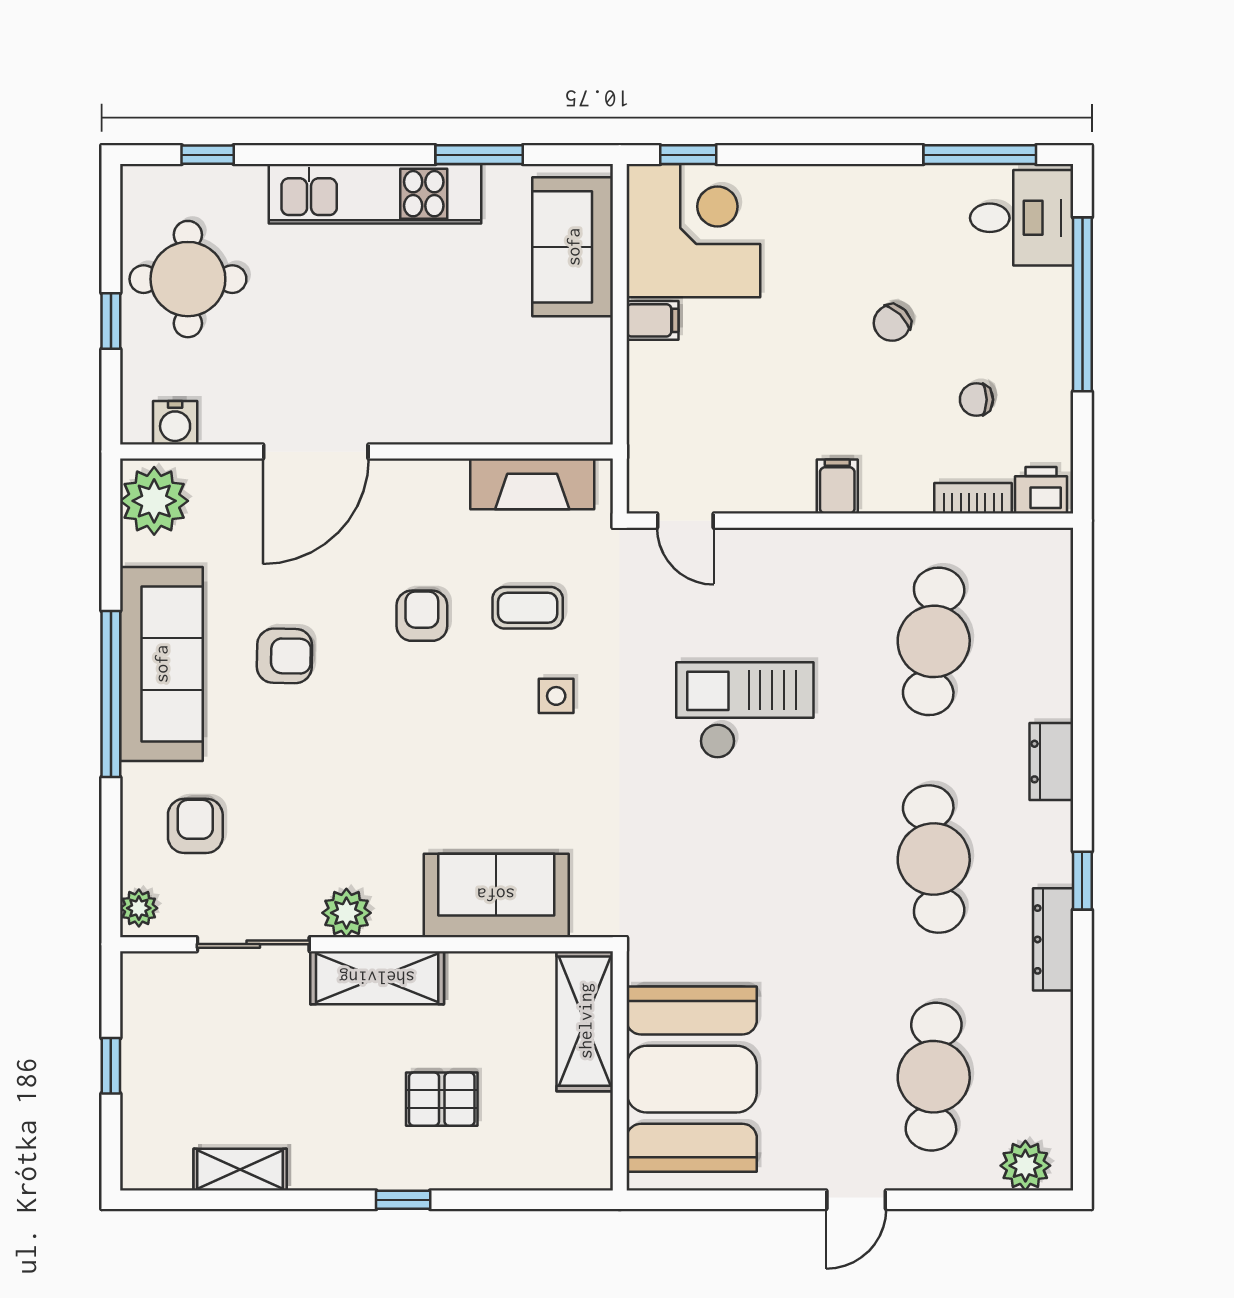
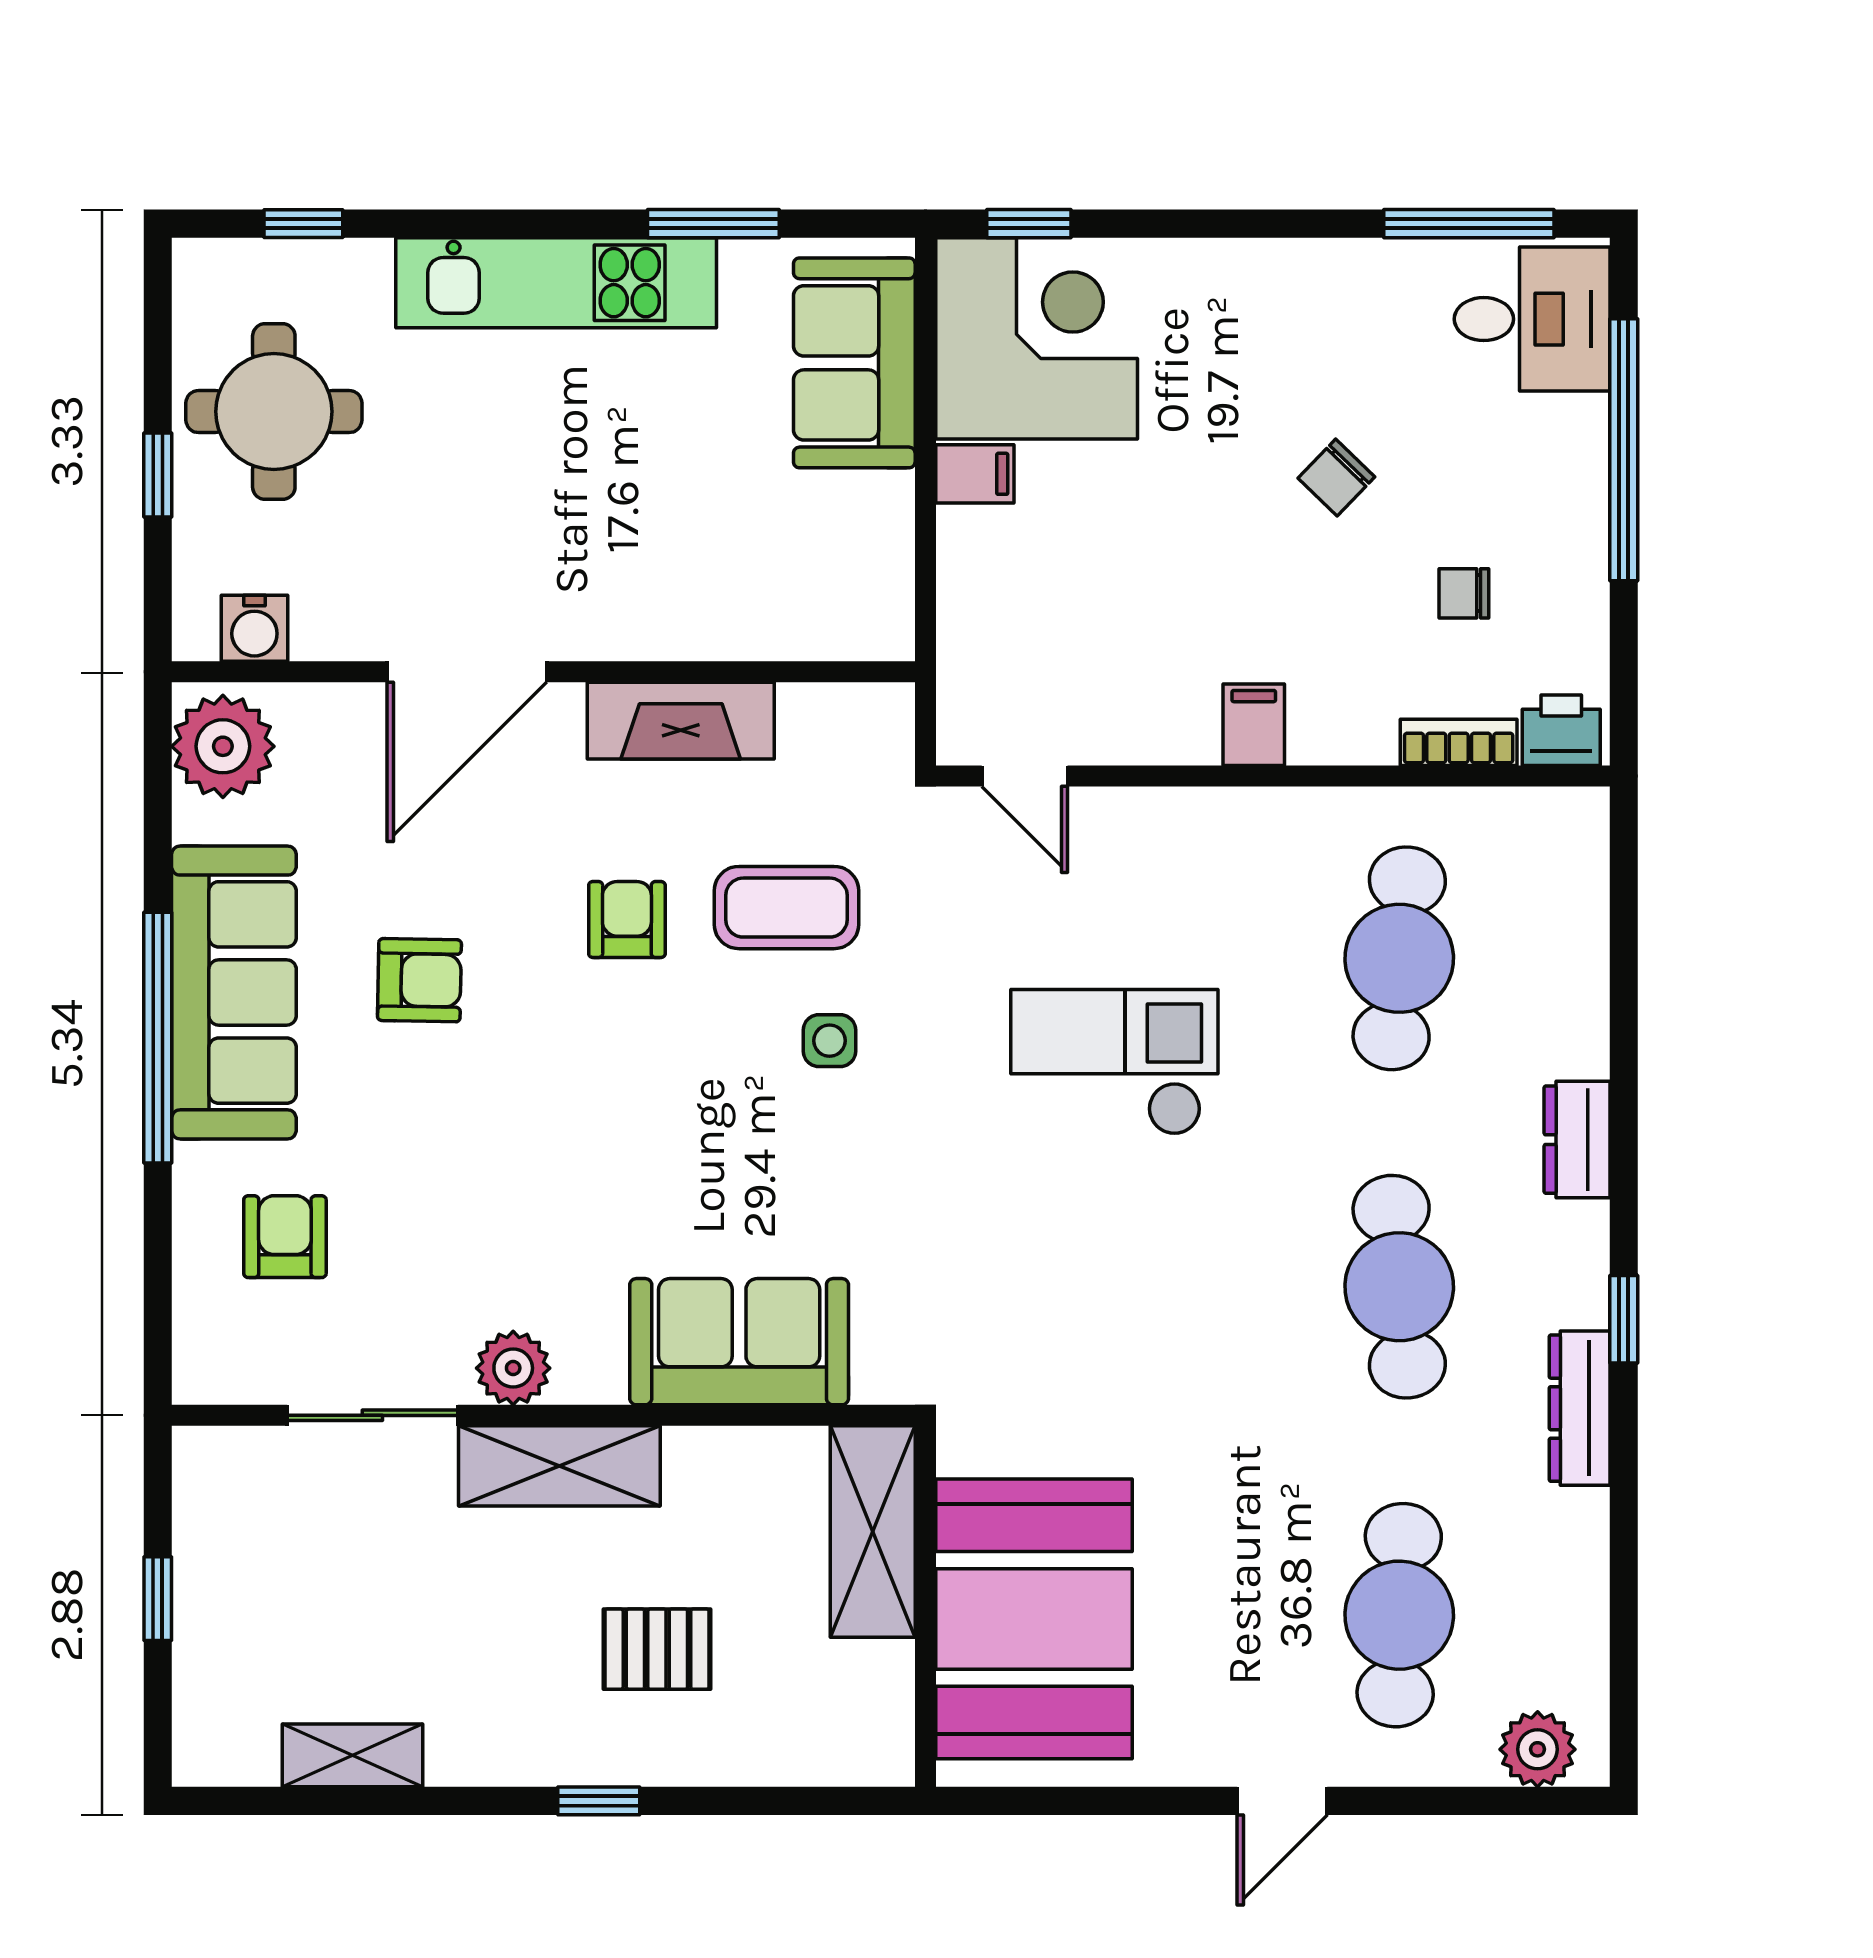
fireplace: (532, 484) -> (681, 721), moved
coffee table: (528, 608) -> (786, 908), width x1.36, depth x1.30
plant: (139, 908) -> (200, 1361), removed

